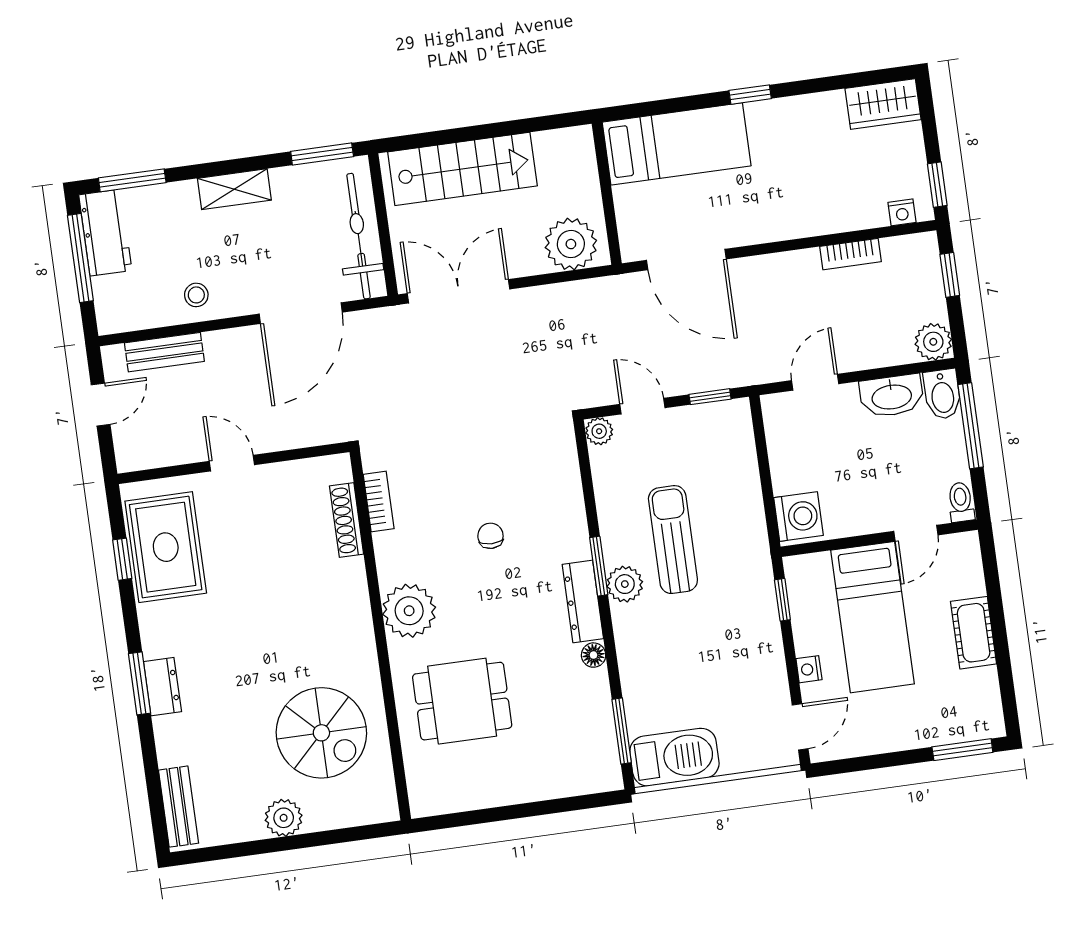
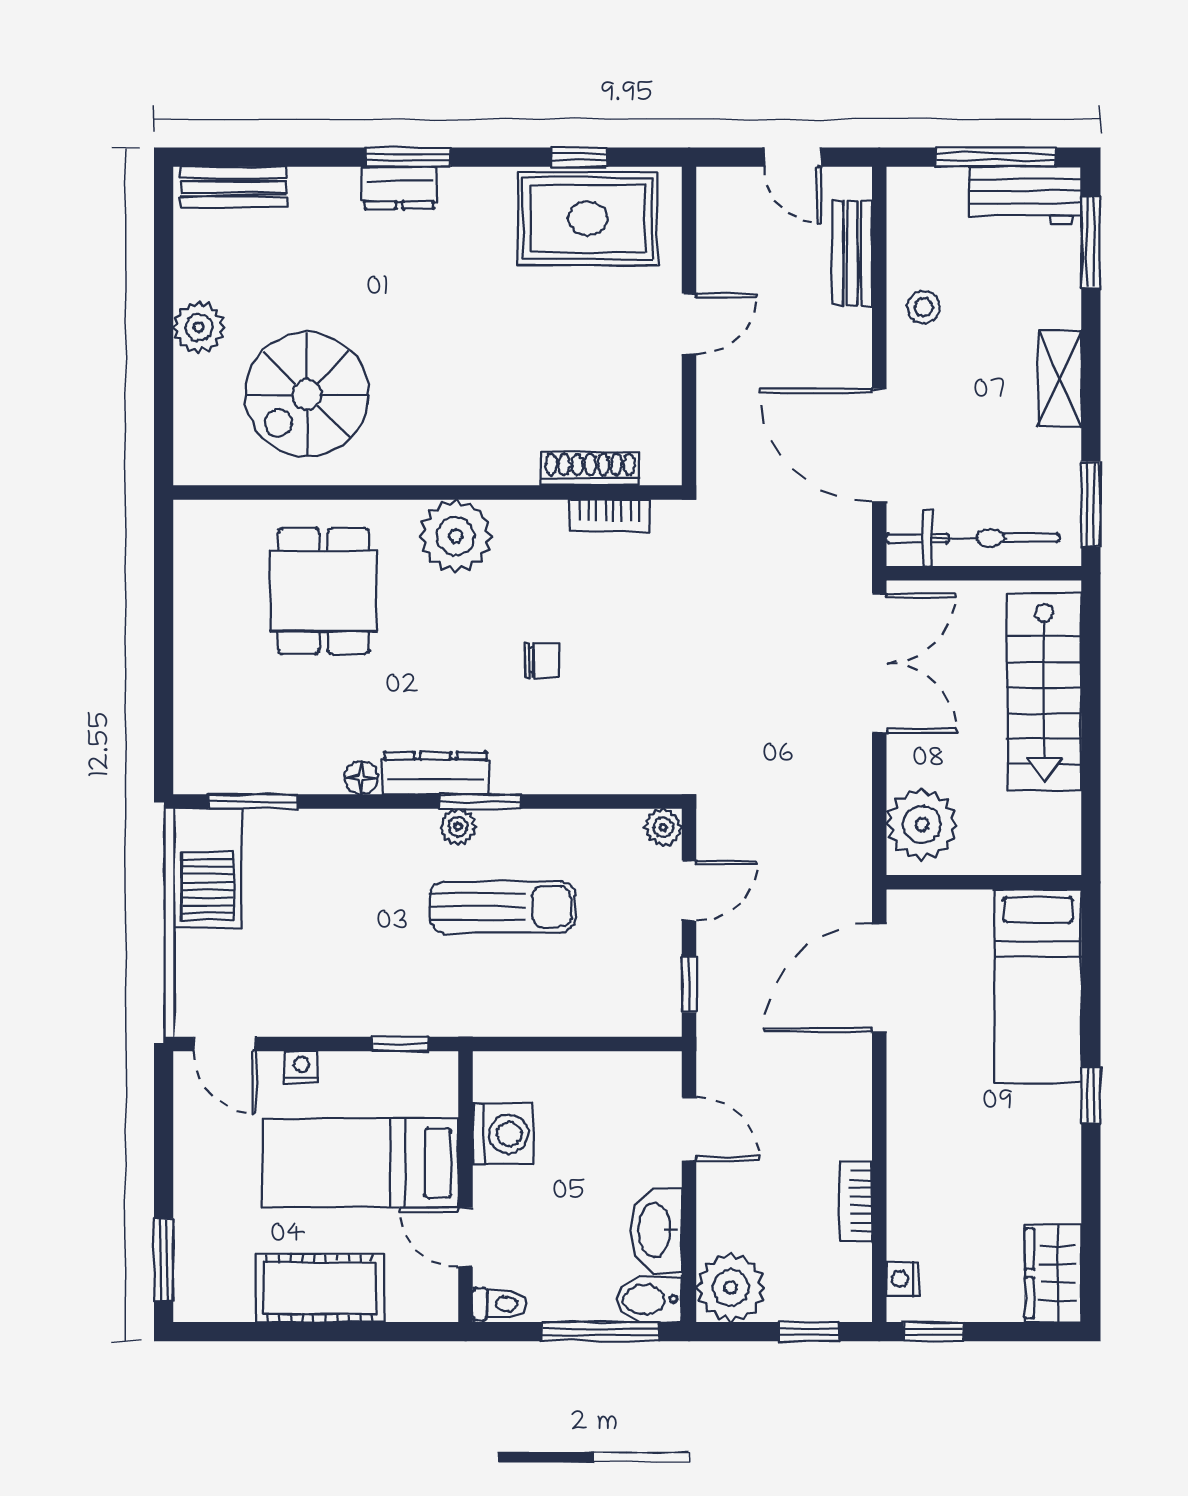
plant: (933, 342) -> (731, 1288), width x1.36, depth x1.36
washing machine: (798, 517) -> (503, 1134), moved, turned -90
plant: (625, 584) -> (458, 827), width x0.73, depth x0.73
cot: (974, 633) -> (320, 1288), width x1.37, depth x1.34

